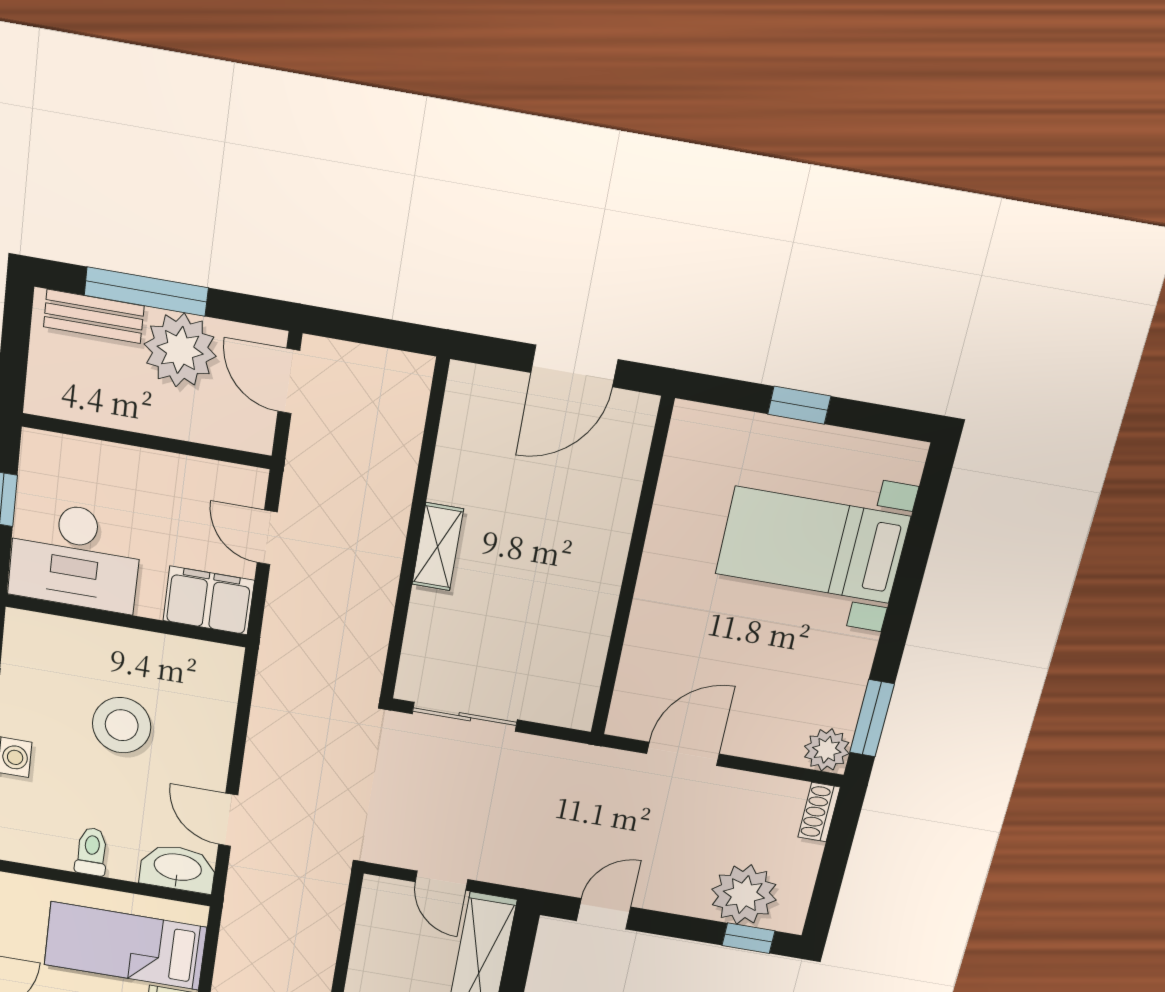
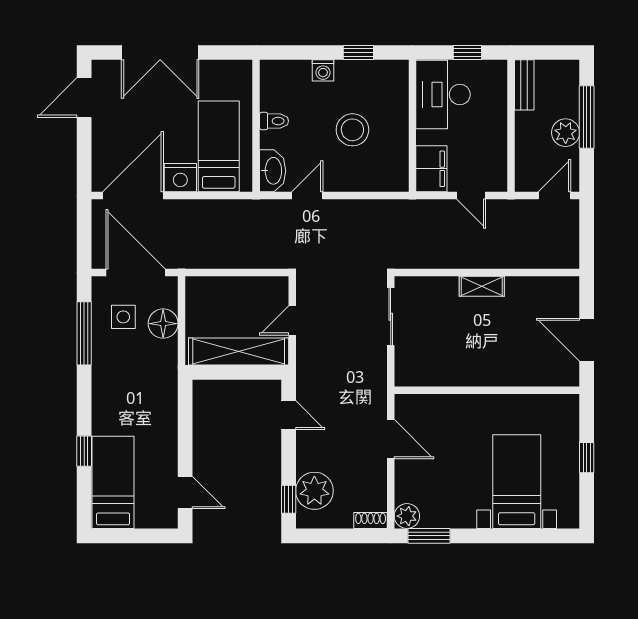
bench: (94, 316) -> (524, 85), moved
plant: (180, 350) -> (566, 133), width x0.73, depth x0.73
door: (267, 537) -> (471, 196), swing flipped

